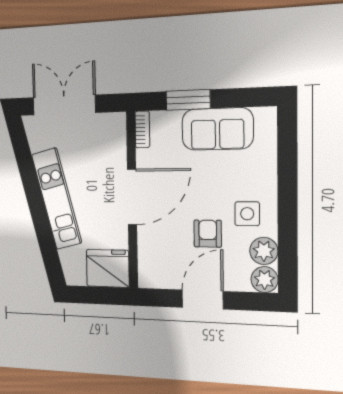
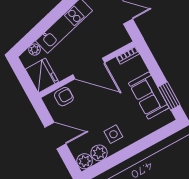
window: (188, 100) -> (169, 96), moved
armchair: (208, 234) -> (64, 97), moved
plant: (68, 258) -> (34, 50), added

